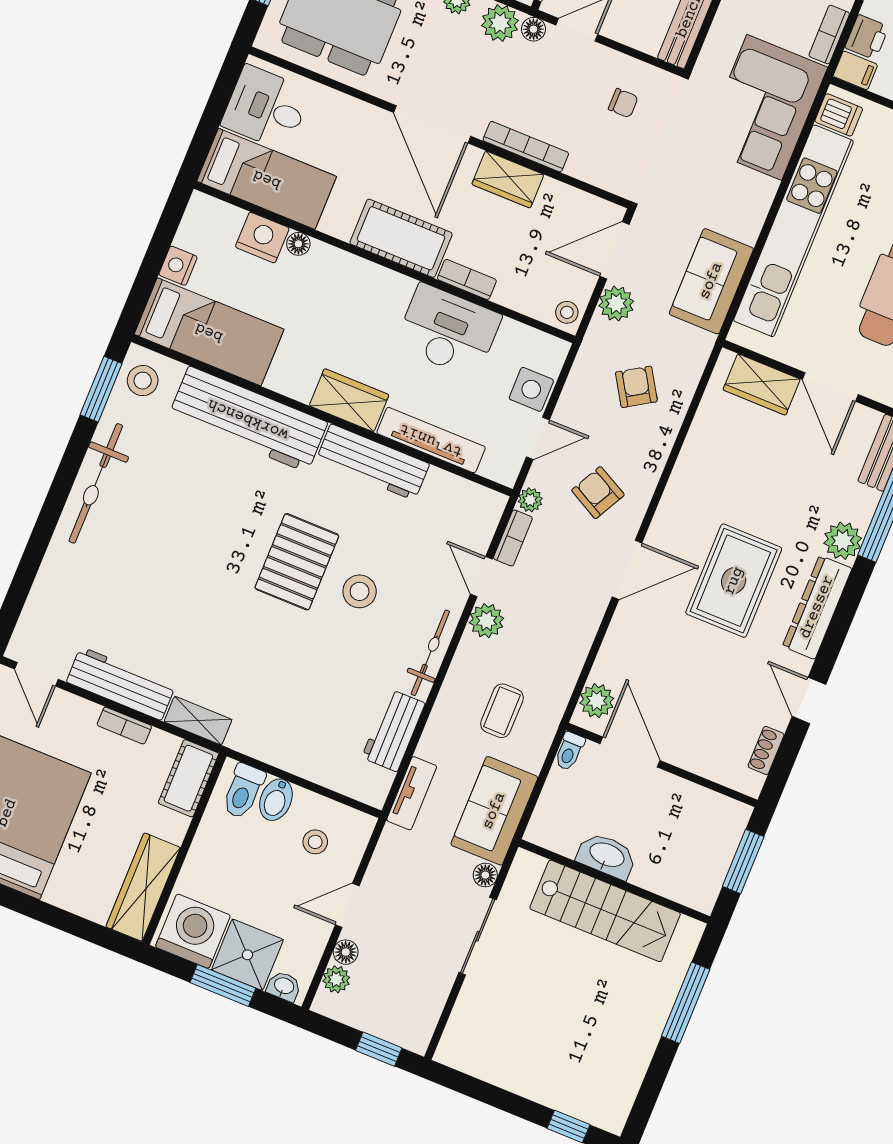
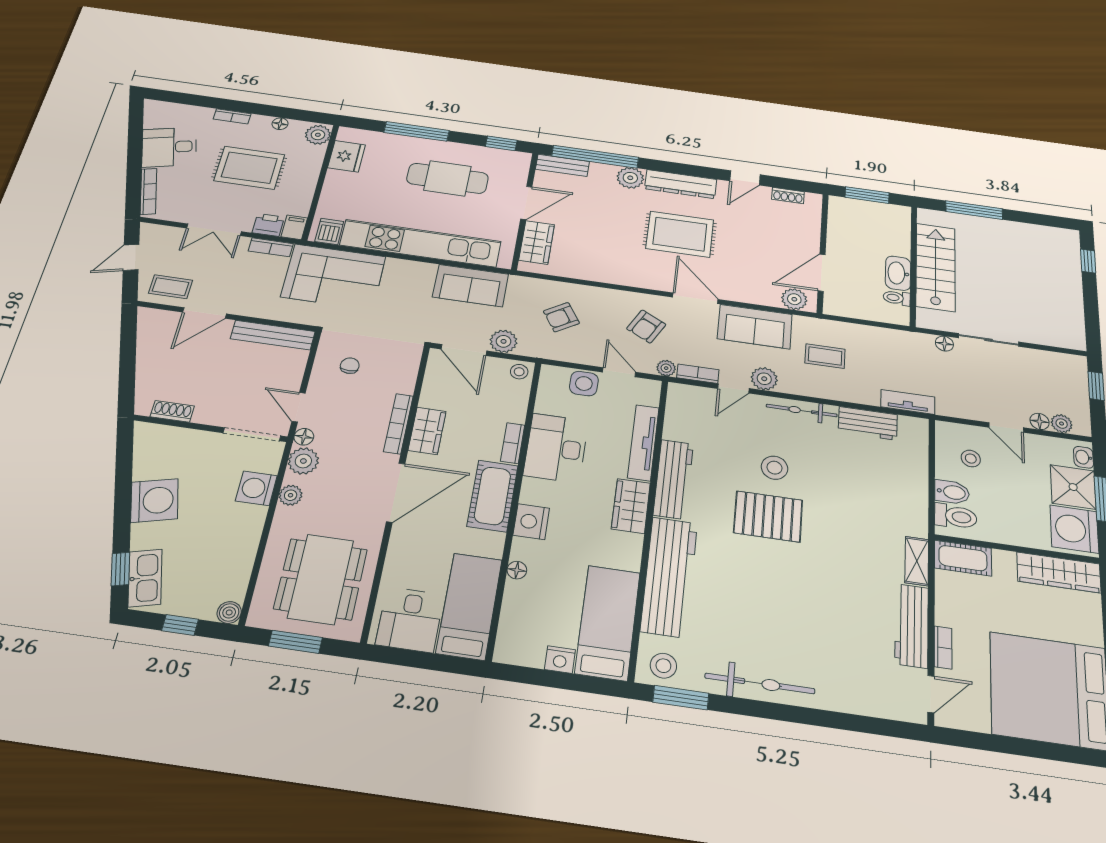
nightstand: (262, 238) -> (531, 522), moved
bookcase: (124, 726) -> (943, 648), moved
toilet: (569, 751) -> (897, 298), moved, turned 180
sofa: (494, 811) -> (755, 327), moved

